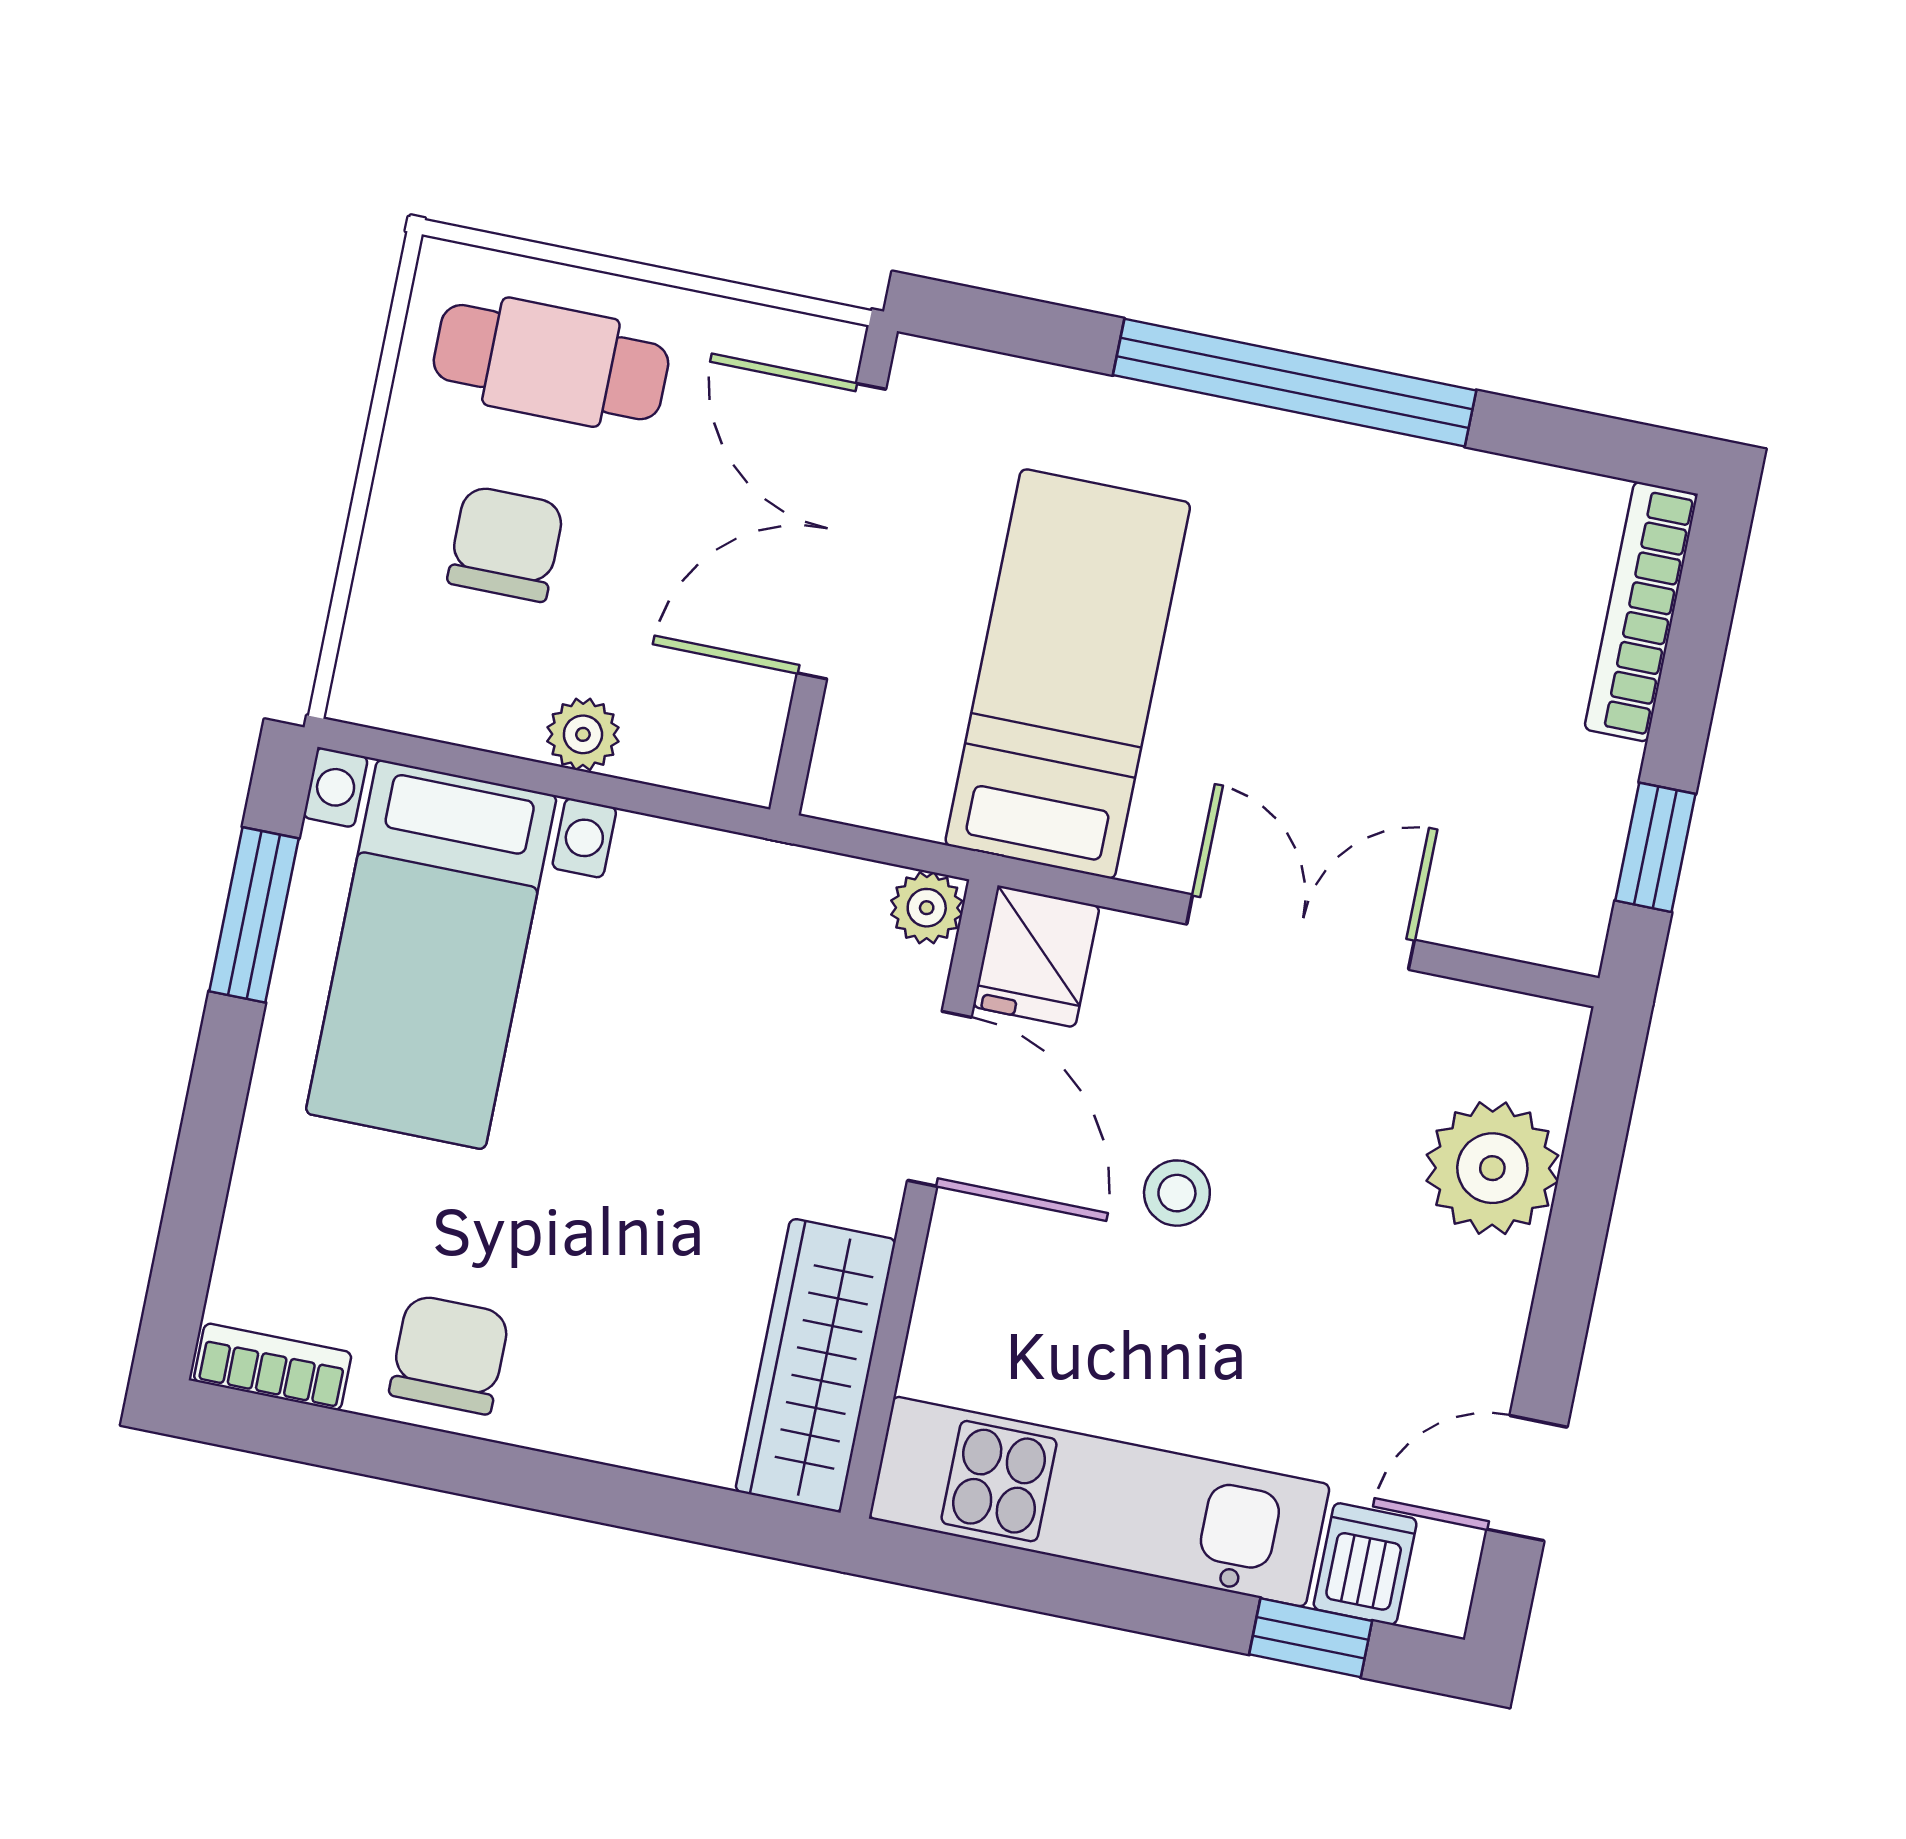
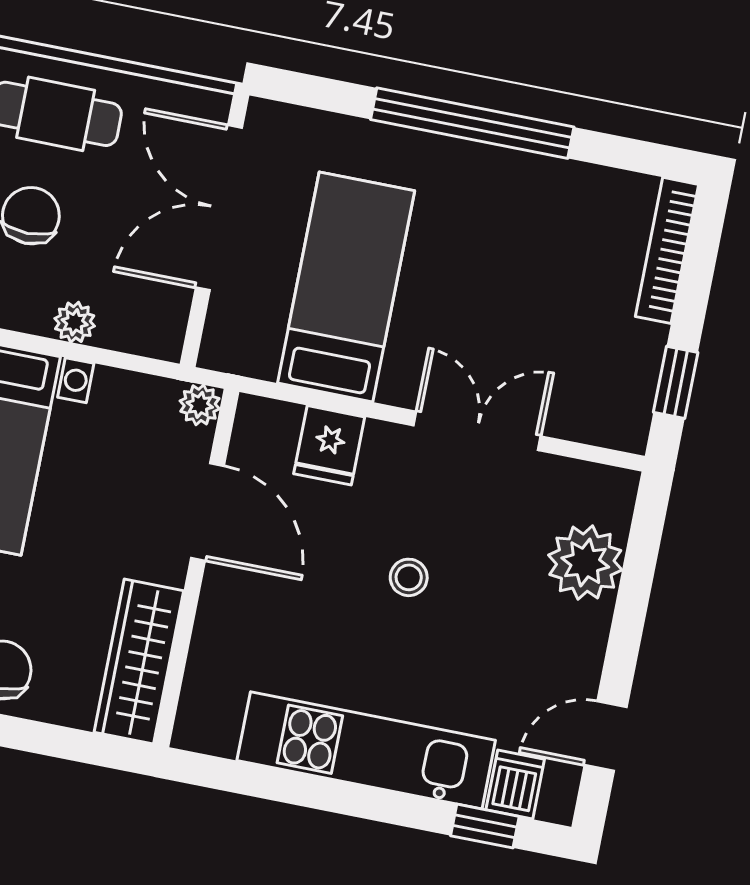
plant: (927, 908) -> (200, 405), moved
door: (939, 1099) -> (207, 512), moved
wall: (919, 1199) -> (196, 568), moved
wardrobe: (816, 1365) -> (139, 662), moved

